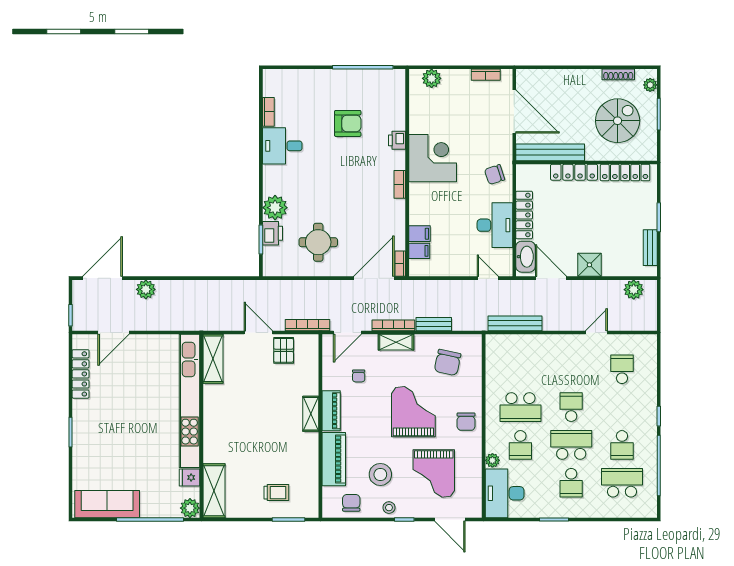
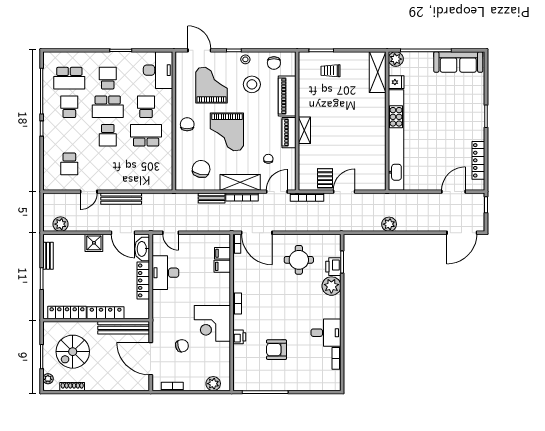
chair: (495, 175) -> (182, 346), moved
door: (374, 278) -> (257, 233), hinge flipped
plant: (146, 289) -> (389, 224), moved
bench: (515, 323) -> (121, 199), moved
door: (258, 332) -> (344, 192), swing flipped
shelving: (396, 342) -> (240, 182), width x1.50, depth x1.33
shelving: (213, 359) -> (378, 172), removed
plant: (492, 460) -> (167, 95), removed

